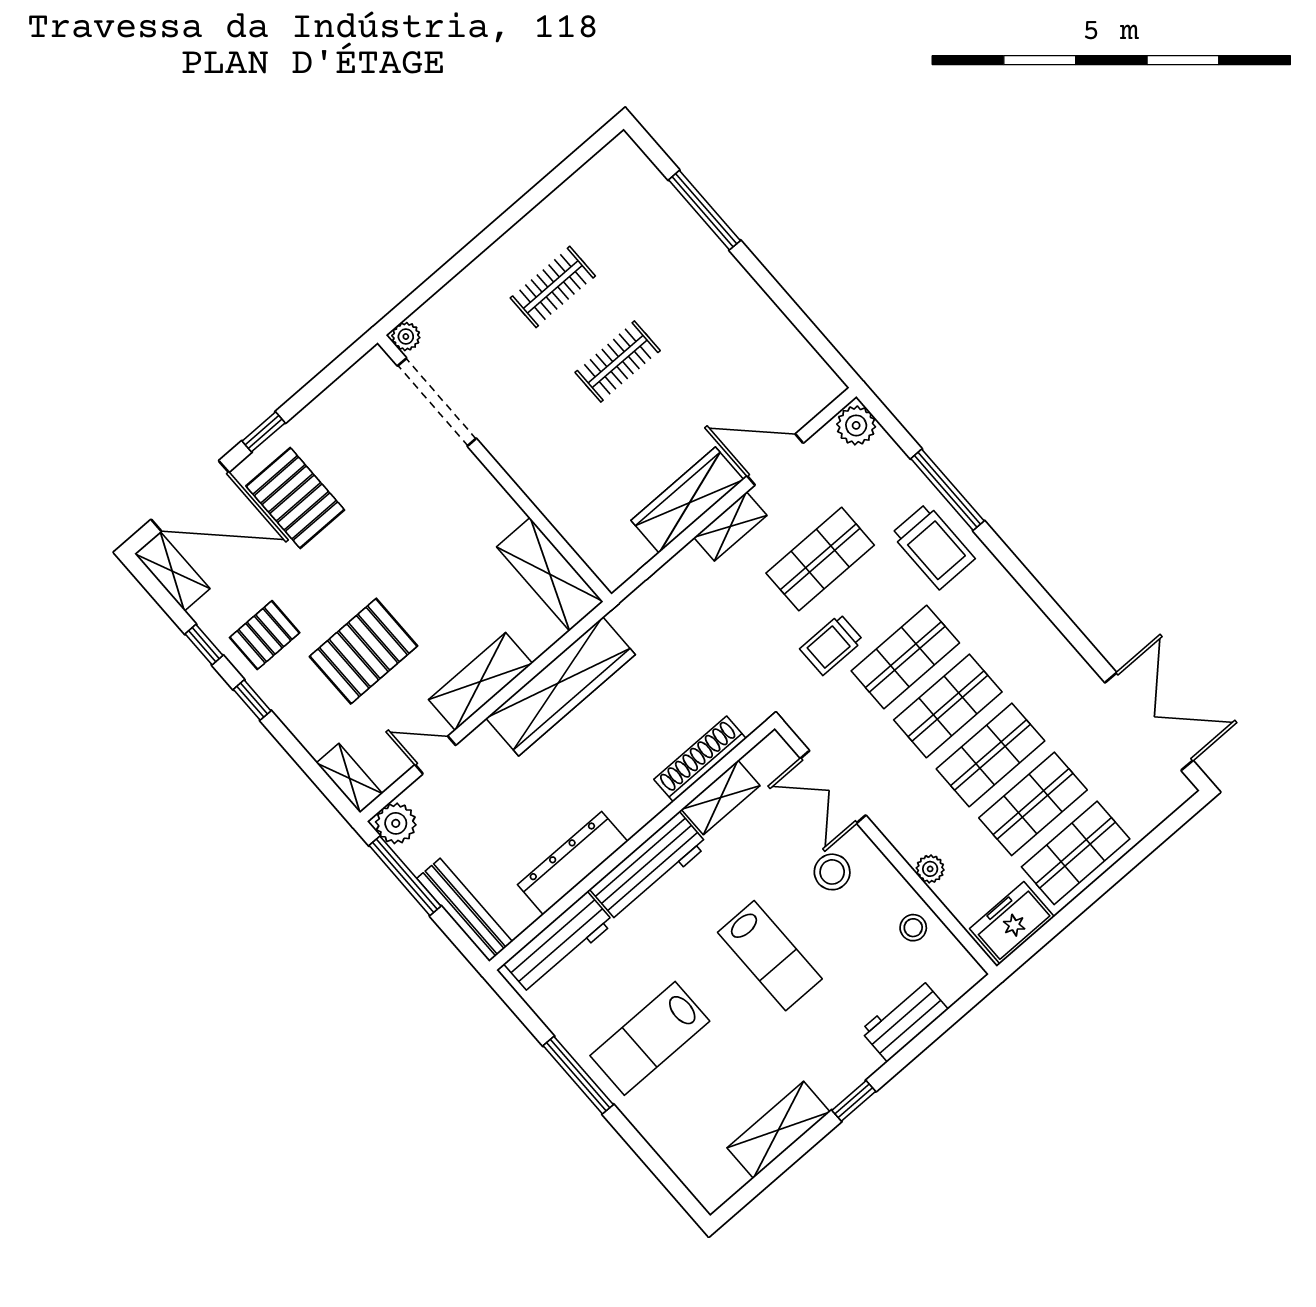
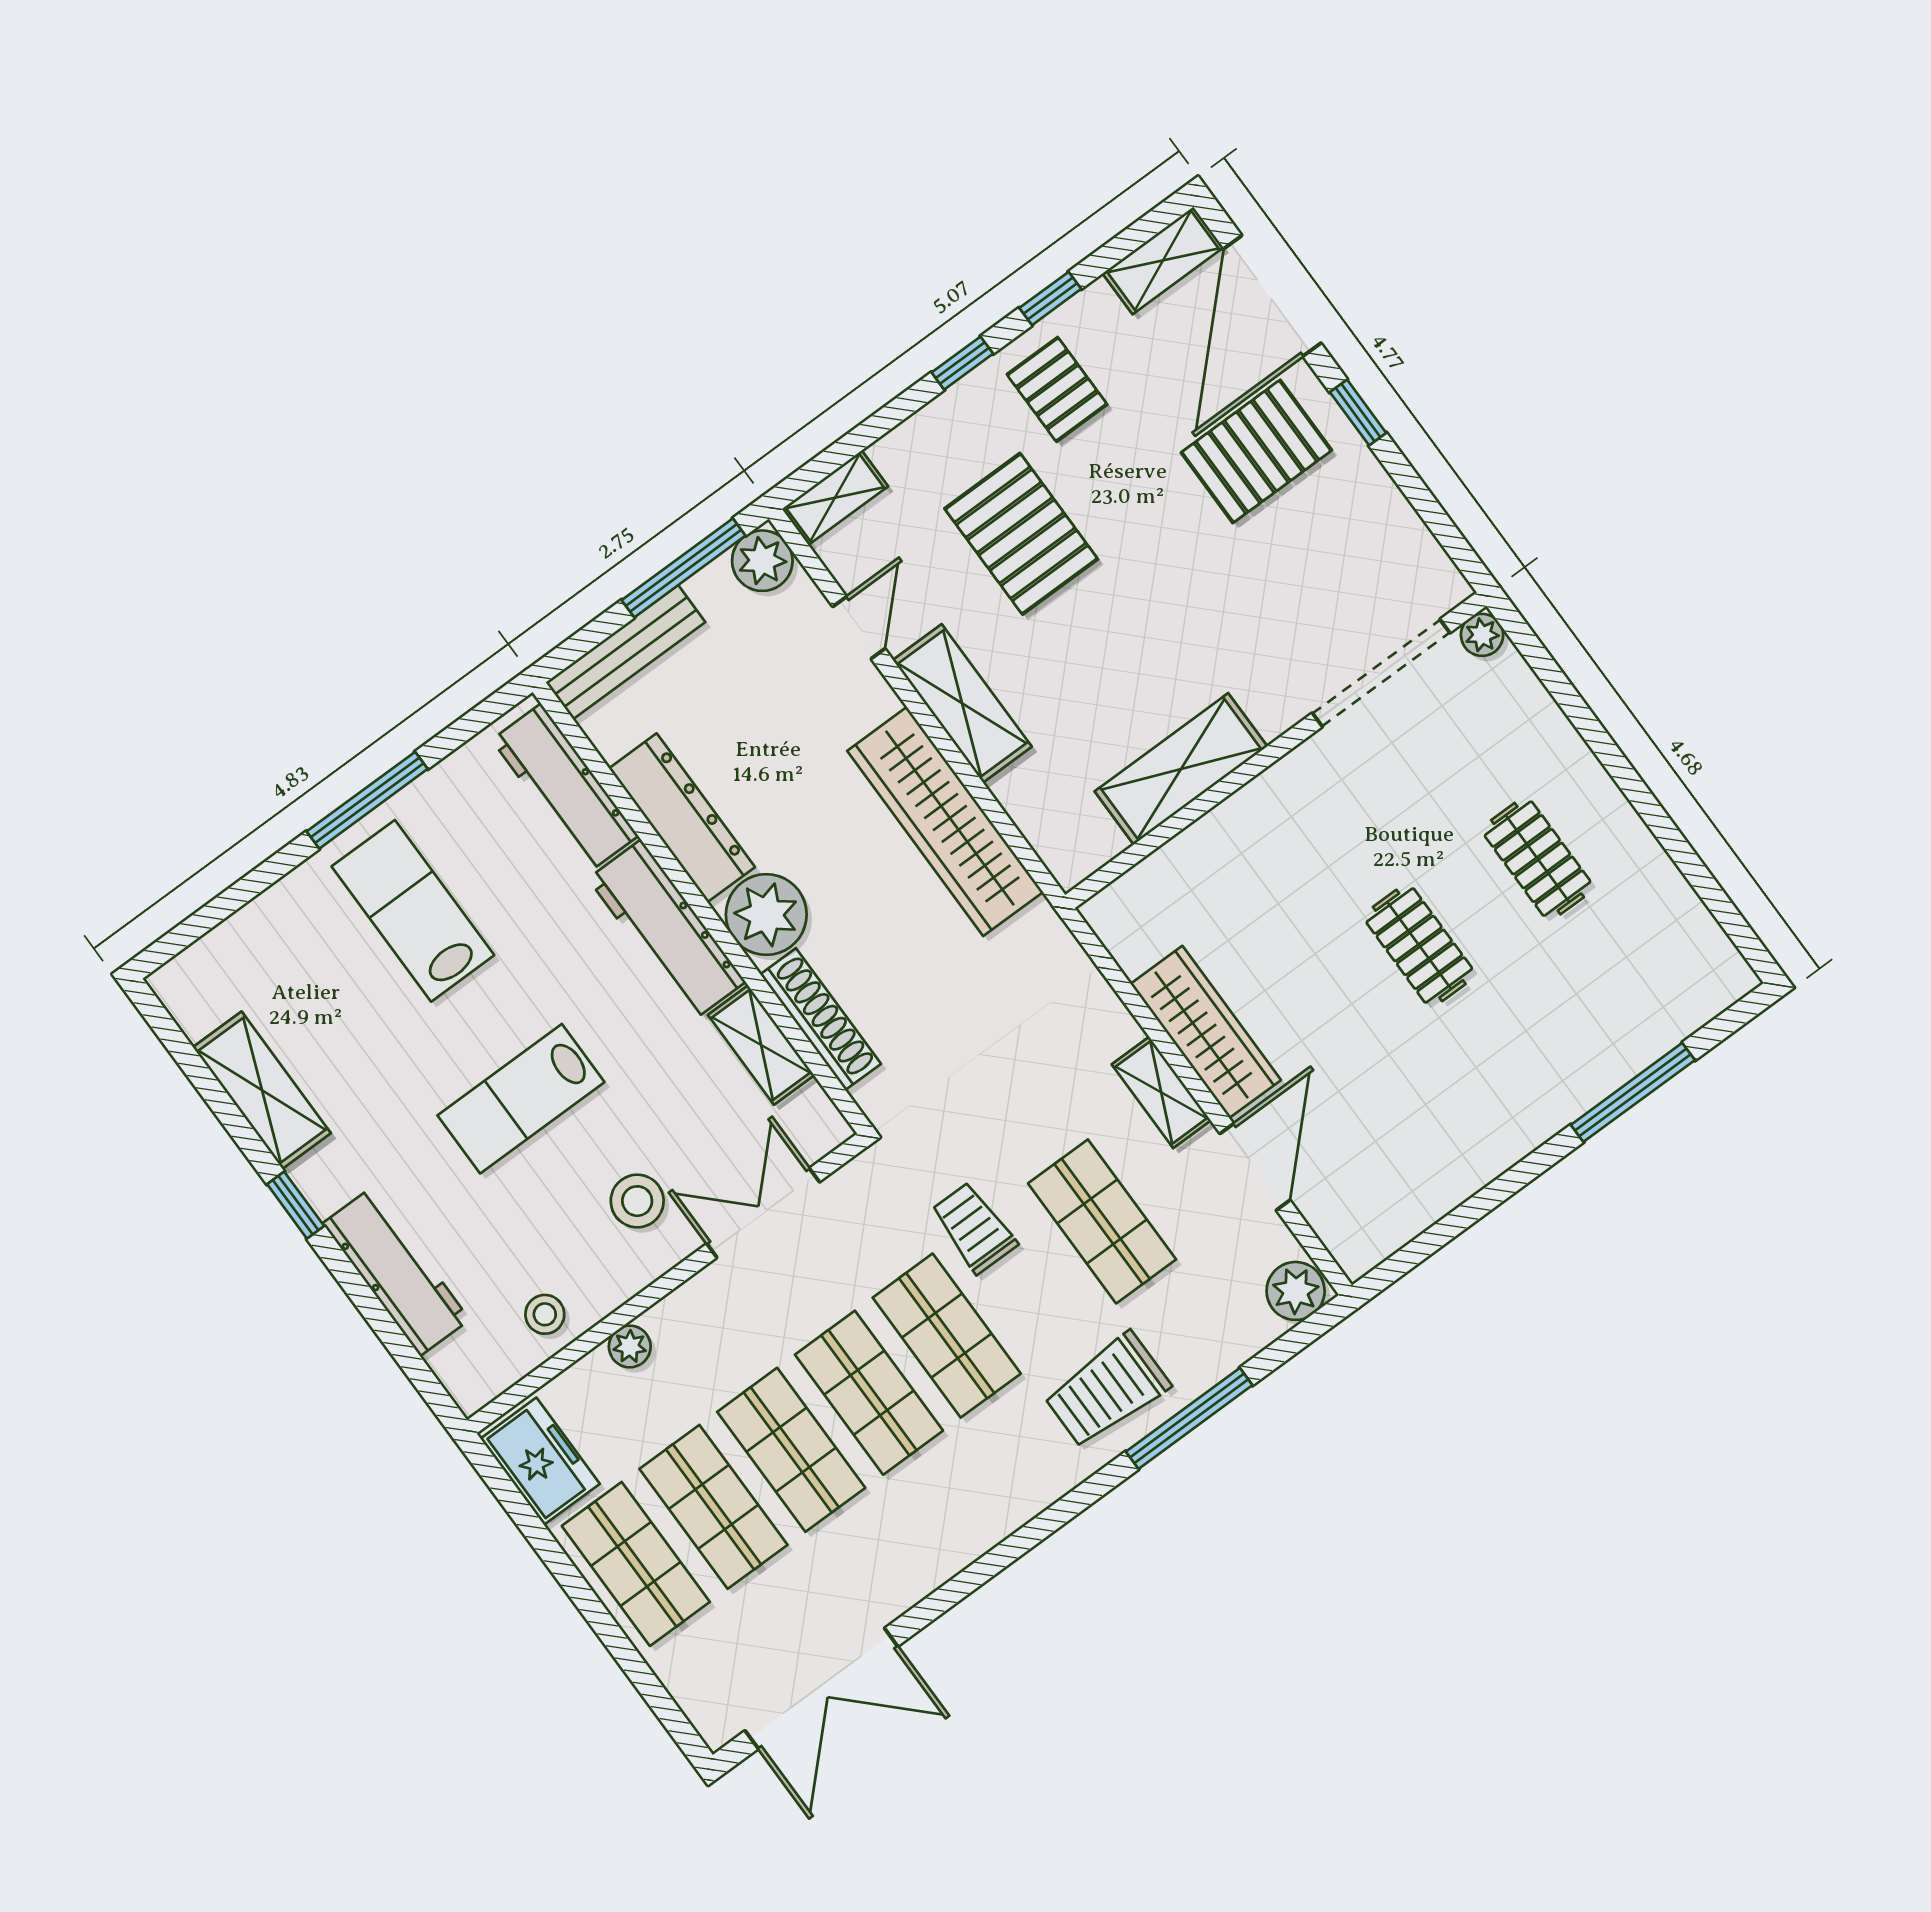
shelving: (550, 574) -> (1181, 769), moved
plant: (633, 801) -> (766, 915), added
workbench: (904, 1020) -> (396, 1272), width x1.38

